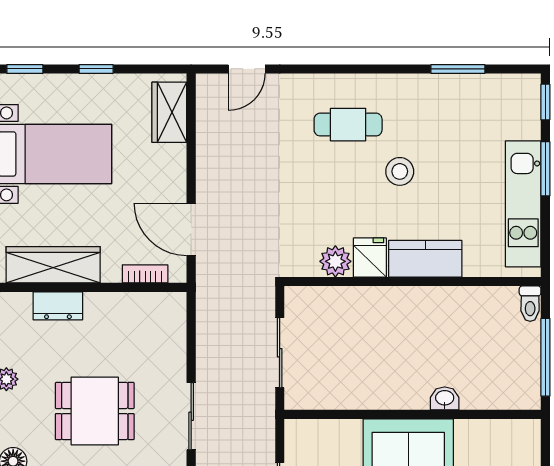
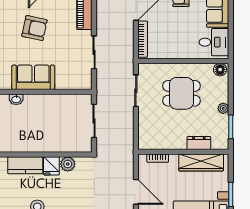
door: (191, 229) -> (136, 192), moved

